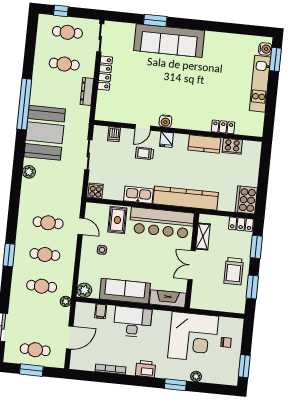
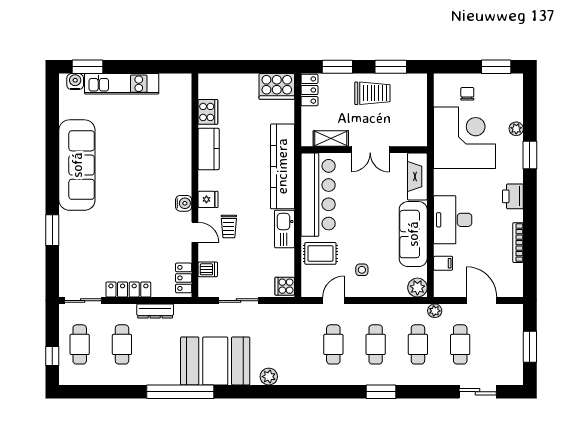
sofa: (169, 41) -> (77, 165), moved
locker: (223, 127) -> (184, 278), moved
cafe table: (35, 350) -> (460, 344), moved

